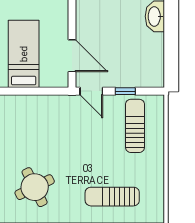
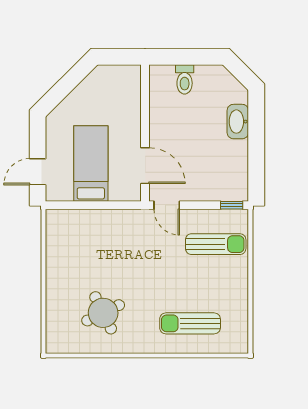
window: (125, 91) -> (232, 205), moved
sun lounger: (135, 126) -> (216, 244), turned 90

